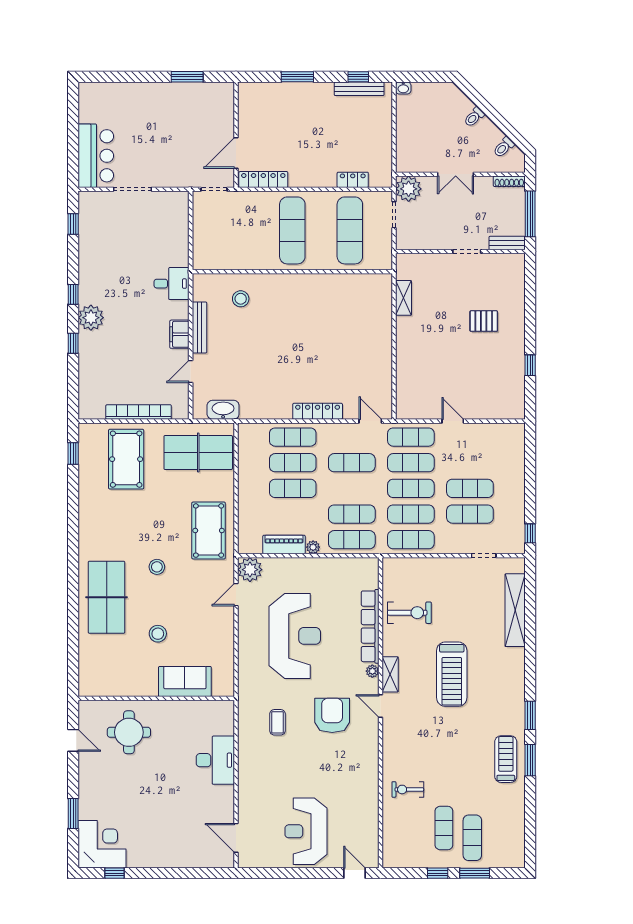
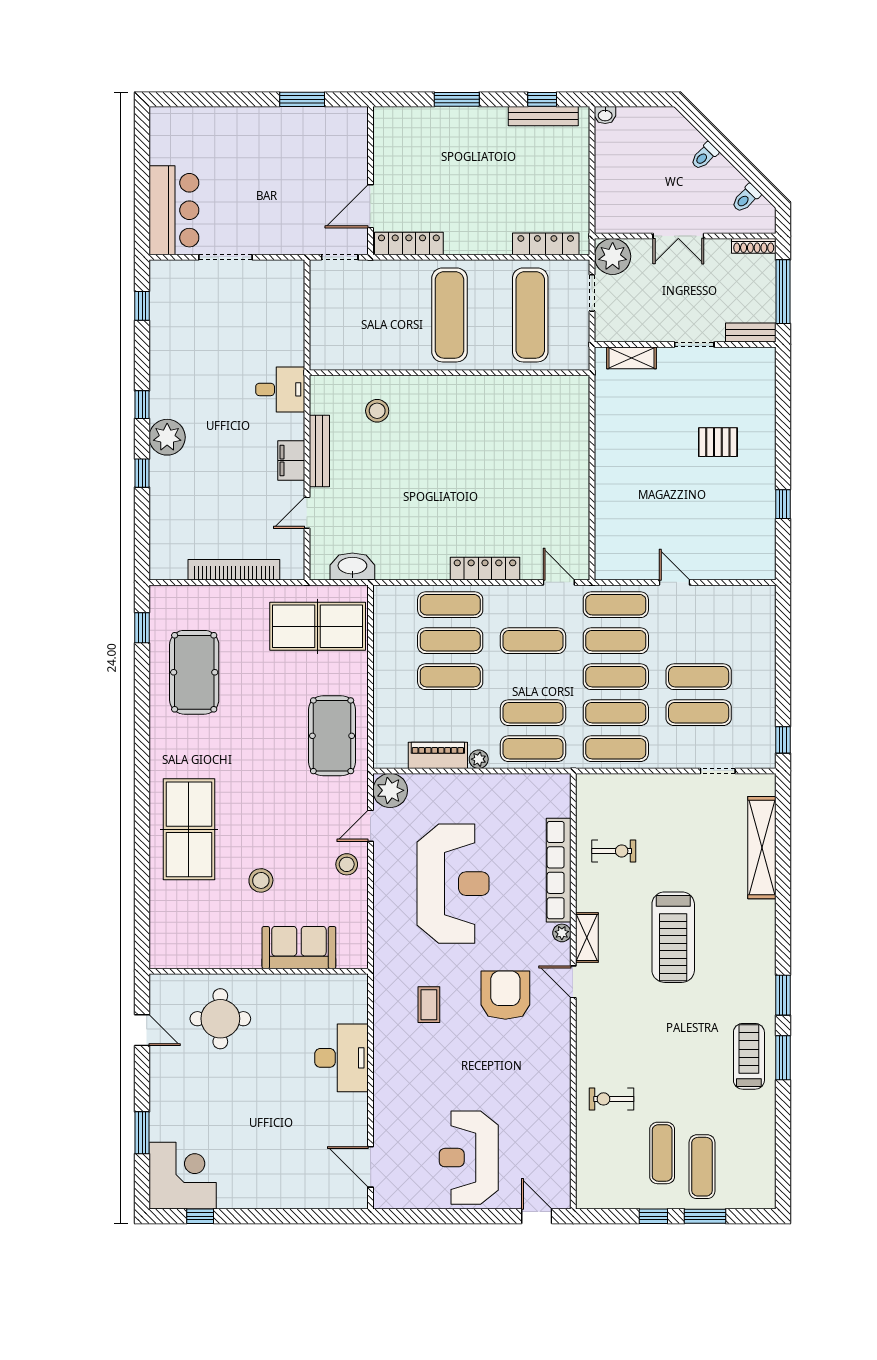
locker: (353, 180) -> (546, 244), width x1.53
shelving: (403, 298) -> (632, 358), moved, turned 90
pool table: (126, 459) -> (194, 672), moved
stool: (157, 567) -> (347, 864), moved
exercise bike: (409, 613) -> (614, 851), width x0.73, depth x0.72

